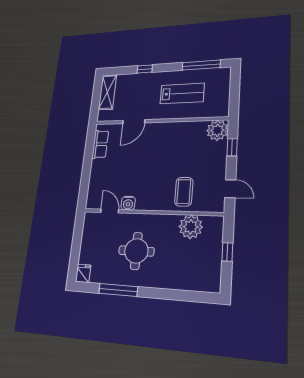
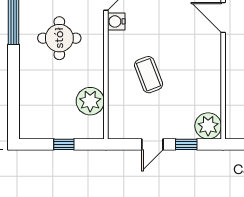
door: (230, 189) -> (152, 144), moved
coffee table: (184, 192) -> (149, 75), moved, turned 69

